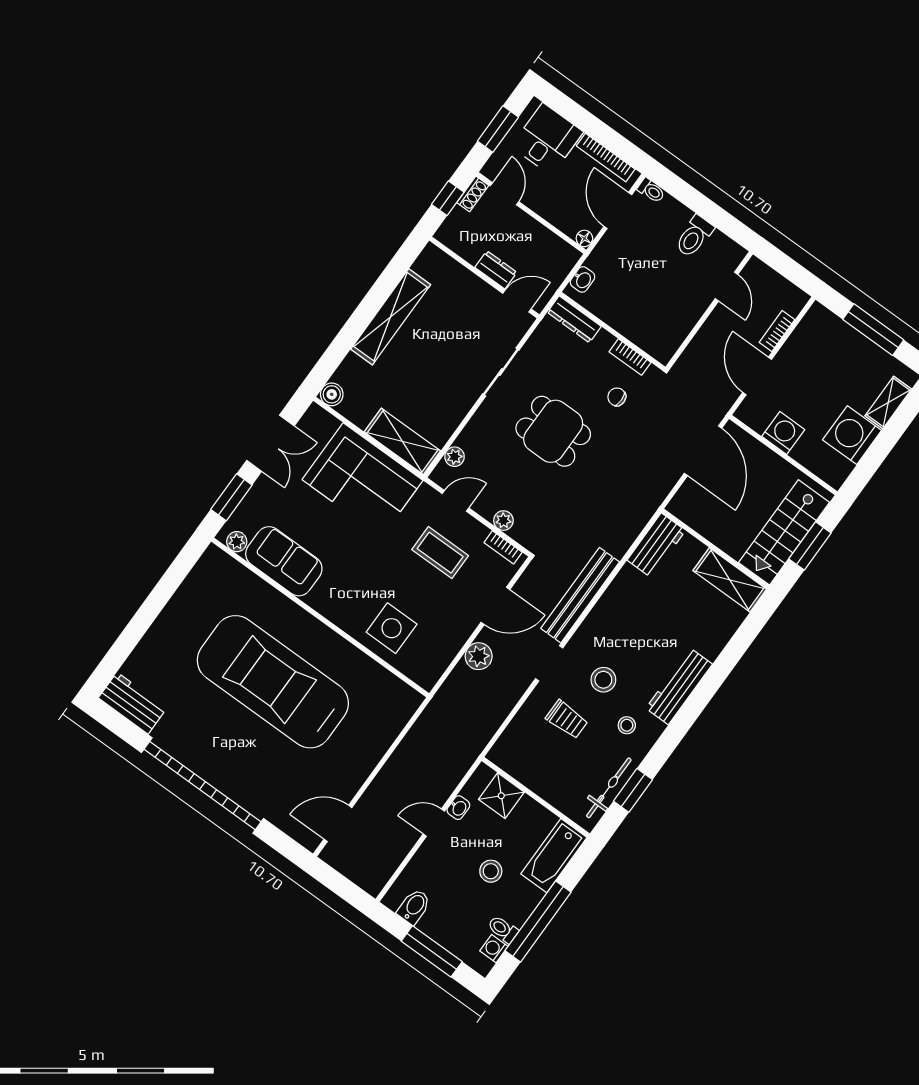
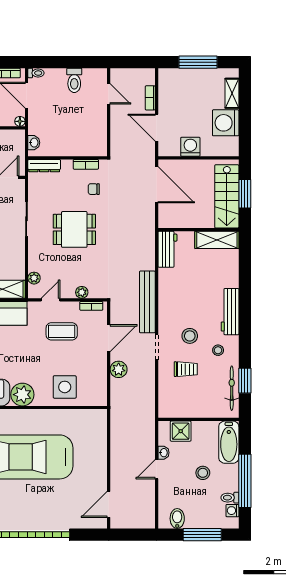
plant: (329, 598) -> (22, 395), added

